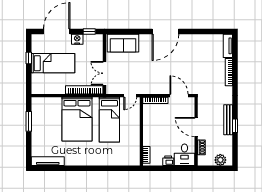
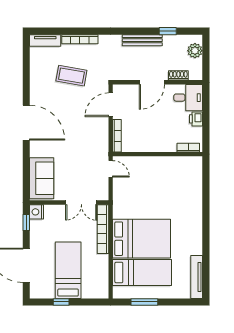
nightstand: (77, 39) -> (37, 212), moved
coffee table: (201, 66) -> (71, 76), added
bed: (109, 120) -> (142, 273), moved
window: (235, 126) -> (168, 31), moved

